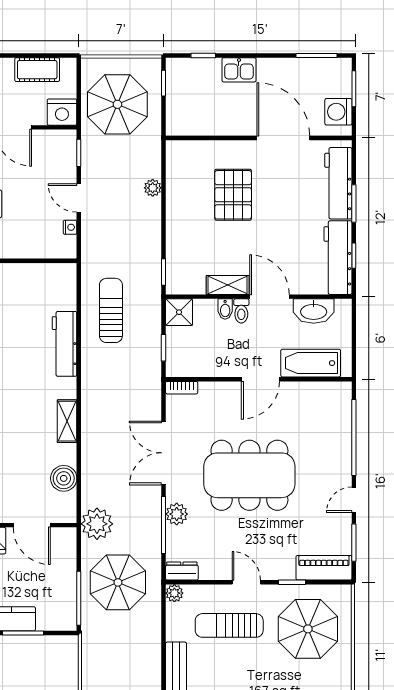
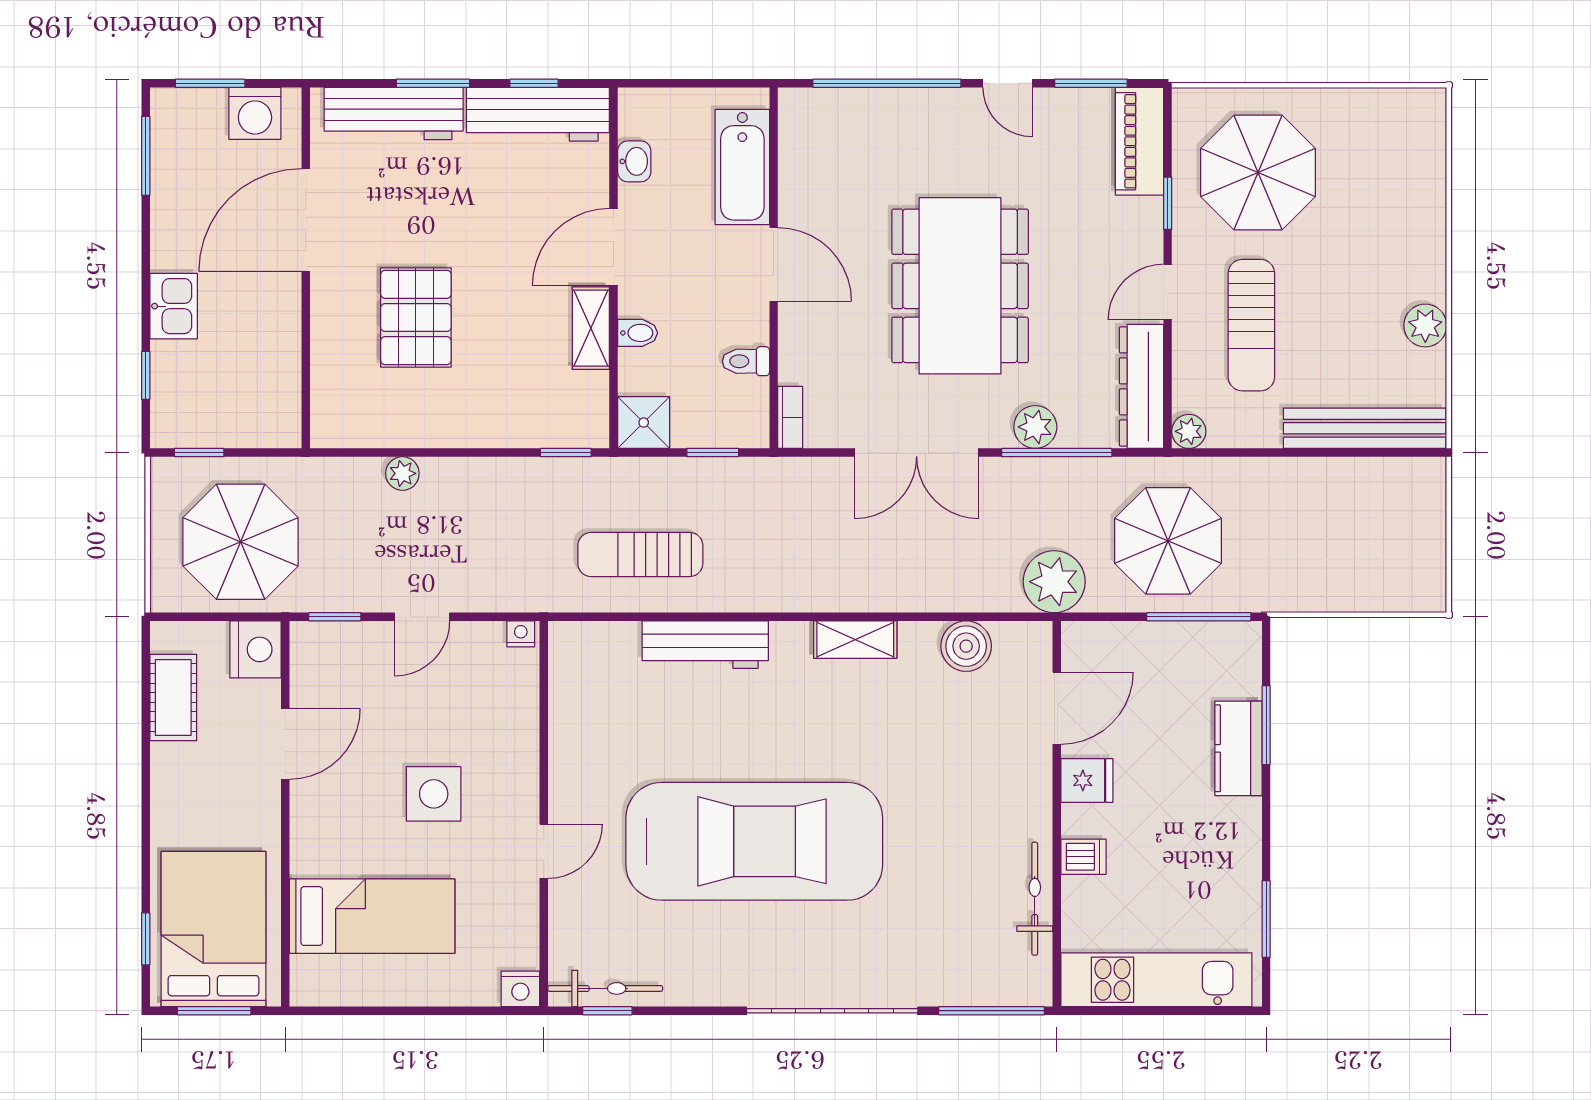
pallet: (233, 195) -> (416, 318), turned 90
nightstand: (70, 227) -> (521, 634), moved
toilet: (241, 311) -> (746, 361), moved, turned 180
washbasin: (314, 311) -> (634, 161), width x0.52, depth x0.69
dresser: (182, 571) -> (1141, 386), width x1.96, depth x1.24

